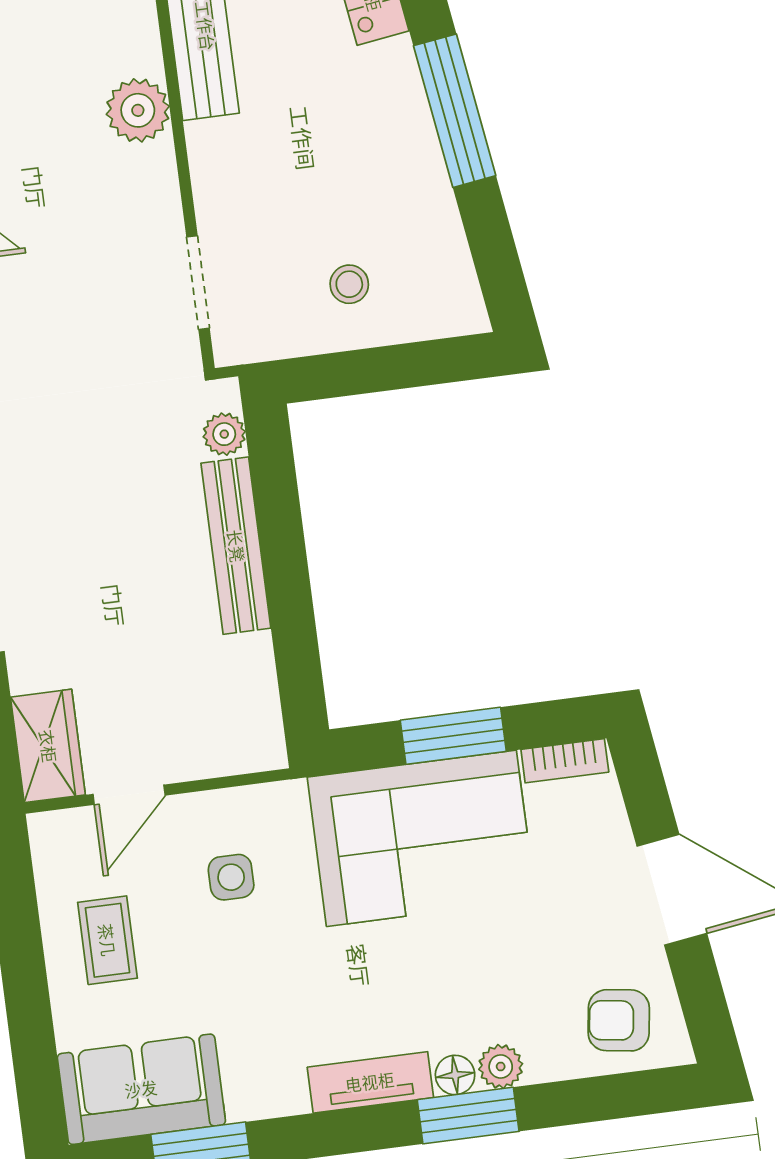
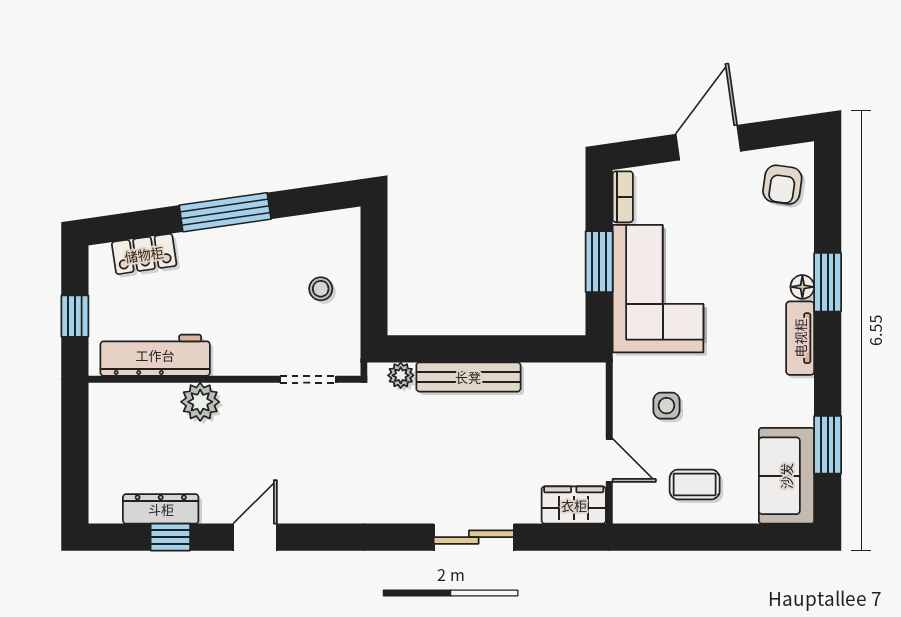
plant: (501, 1067) -> (801, 259), removed

